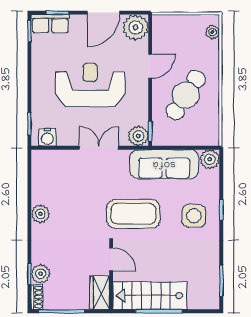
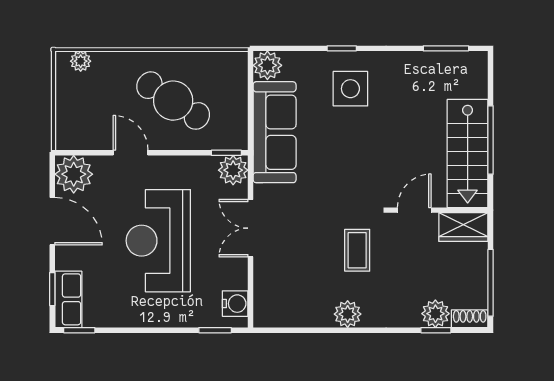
coffee table: (133, 214) -> (357, 250), moved, width x0.54, depth x0.58

